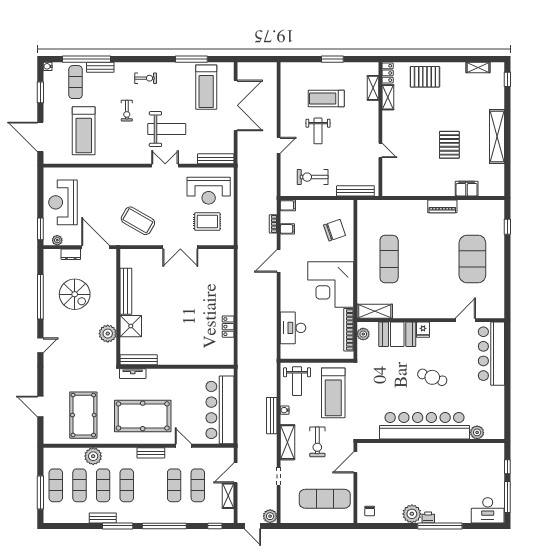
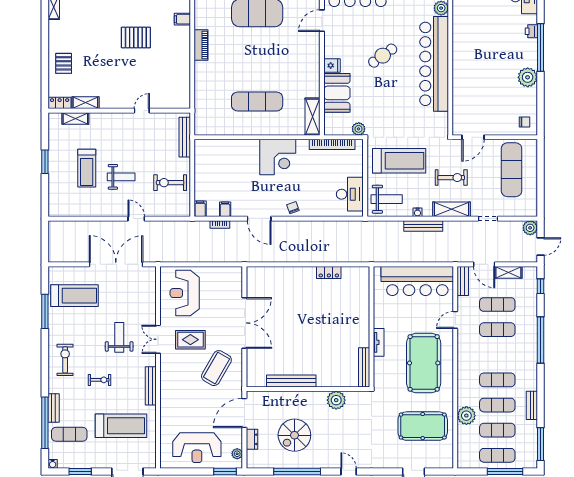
pallet: (425, 77) -> (64, 63), width x0.67, depth x0.71
exercise bike: (146, 78) -> (65, 360), width x1.38, depth x1.39
double door: (236, 105) -> (116, 264), moved
weight bench: (167, 129) -> (119, 337), width x0.73, depth x0.75
bench: (216, 159) -> (151, 386), moved
exercise bike: (313, 177) -> (170, 183), turned 90
filing cabinet: (467, 189) -> (182, 19), width x0.50
reception desk: (209, 191) -> (185, 293), turned 180
rug: (207, 222) -> (190, 340), moved, turned 90
chair: (335, 230) -> (293, 208), moved, width x0.54, depth x0.54
double door: (180, 247) -> (244, 323), width x1.36
corner desk: (331, 285) -> (278, 157), width x0.74, depth x0.74
spiral stairs: (75, 294) -> (294, 435), turned 180
door: (465, 320) -> (322, 21), hinge flipped
shower: (131, 326) -> (328, 376), removed
desk: (293, 328) -> (350, 194), moved, turned -90
plant: (363, 334) -> (359, 129), moved
tv unit: (133, 374) -> (379, 342), moved
cafe table: (432, 377) -> (383, 56), turned 35
bench: (151, 453) -> (463, 281), moved
door: (355, 462) -> (473, 137), hinge flipped
printer: (428, 517) -> (531, 31), moved
window: (118, 526) -> (540, 444), moved

